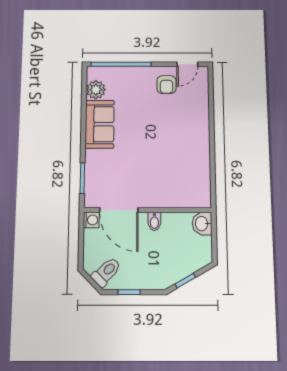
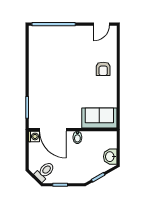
armchair: (166, 85) -> (103, 69), moved
plant: (96, 90) -> (36, 43), removed
sofa: (100, 124) -> (99, 118), moved, turned -90
washbasin: (202, 224) -> (110, 157), moved

